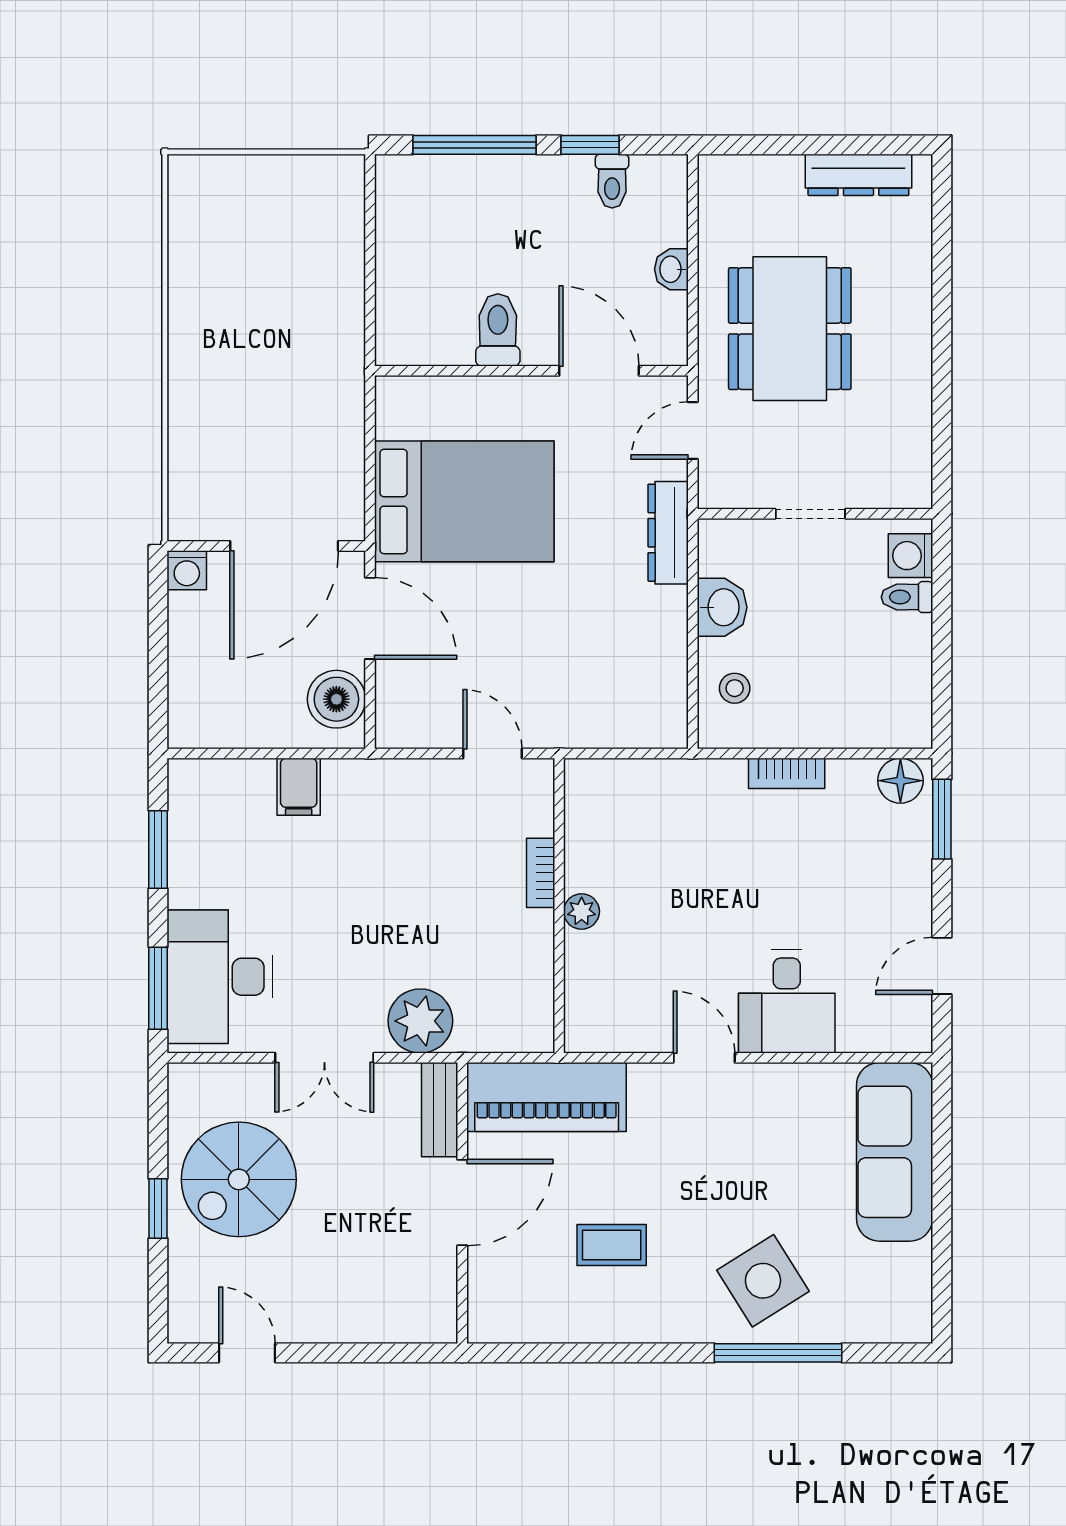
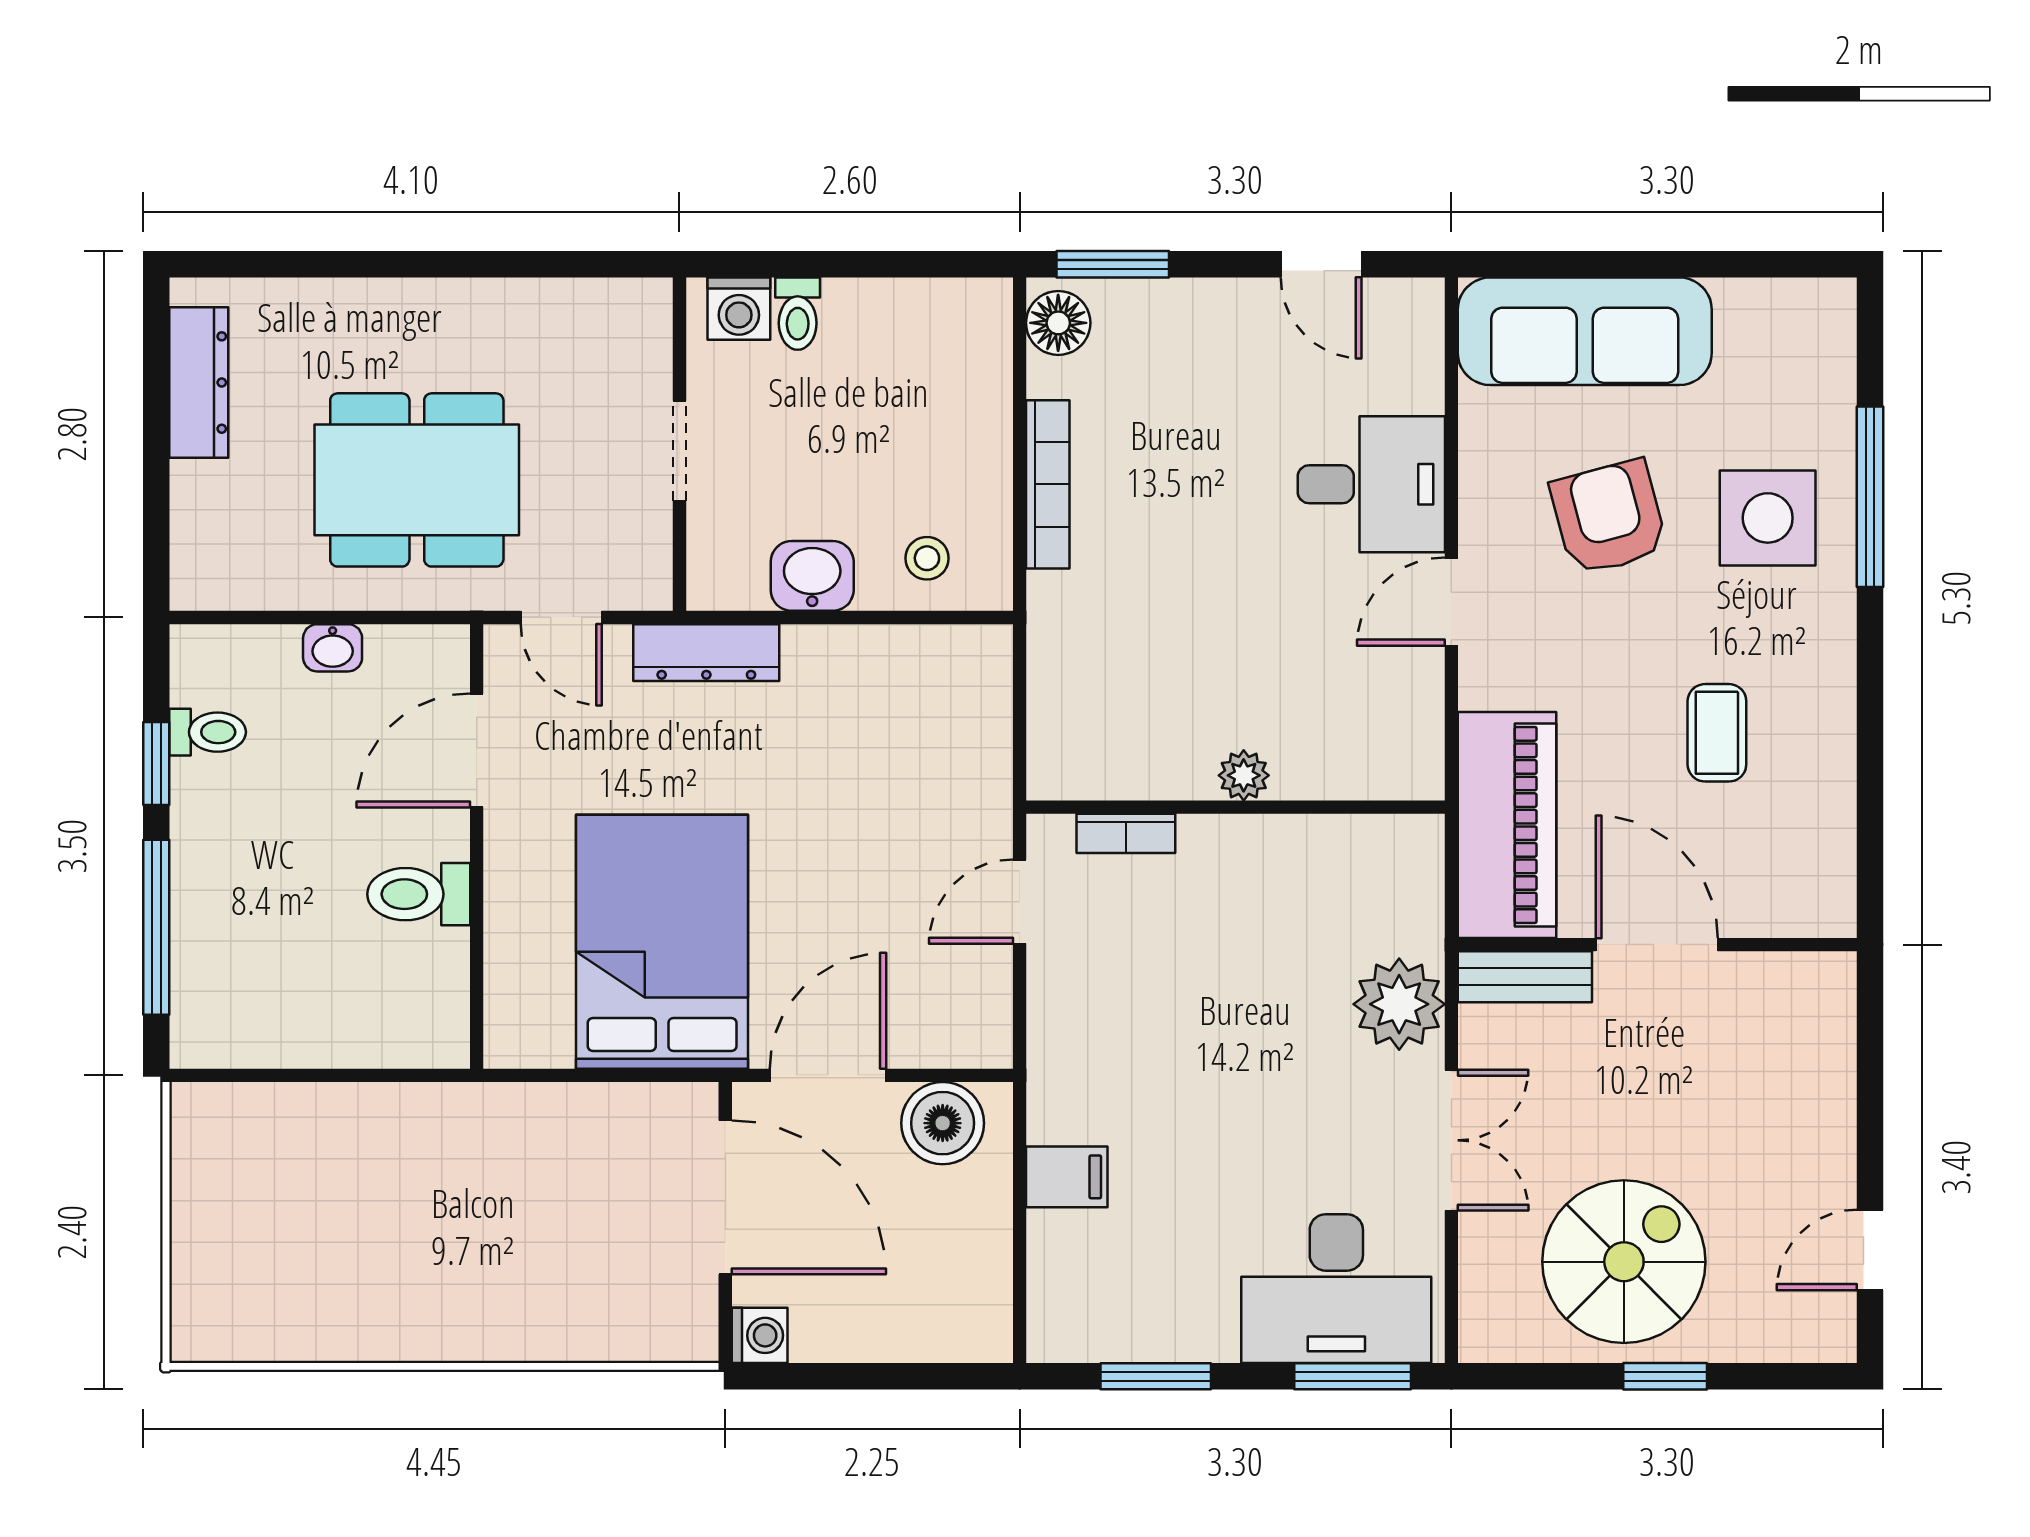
bookcase: (787, 773) -> (1048, 484), width x1.56
bookcase: (541, 873) -> (1126, 833), moved
armchair: (763, 1169) -> (1609, 517), added
spiral stairs: (239, 1179) -> (1624, 1262), turned -90
side table: (763, 1281) -> (1768, 518), turned 32

